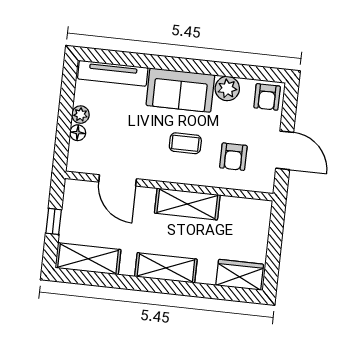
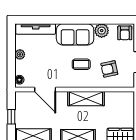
floor lamp: (78, 133) -> (19, 80), moved
armchair: (233, 157) -> (109, 69), turned 78

